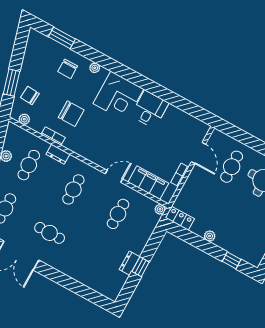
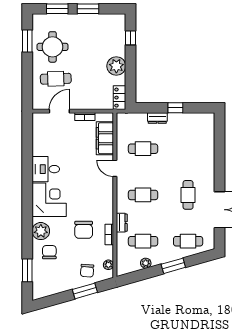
plant: (95, 68) -> (41, 231), width x1.88, depth x1.88
chair: (68, 69) -> (49, 252), turned -90
chair: (71, 114) -> (84, 230), turned 180
plant: (160, 209) -> (121, 117), removed
plant: (210, 236) -> (116, 66), width x1.87, depth x1.87
dresser: (130, 263) -> (157, 118), moved

